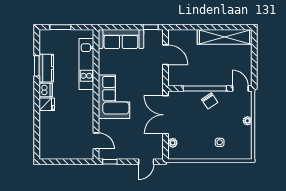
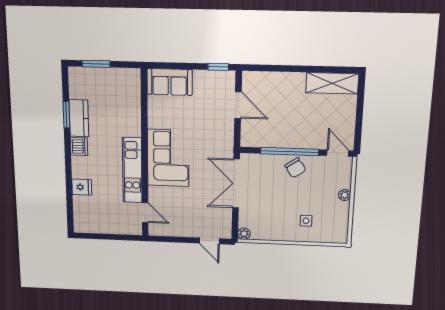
shelving: (225, 37) -> (332, 83), width x0.68
sofa: (121, 39) -> (170, 82), width x0.73
kitchen unit: (86, 64) -> (132, 170), moved
fridge: (47, 104) -> (82, 187), moved
plant: (173, 143) -> (244, 234), moved
window: (110, 162) -> (163, 239), removed
door: (146, 162) -> (209, 241), hinge flipped

